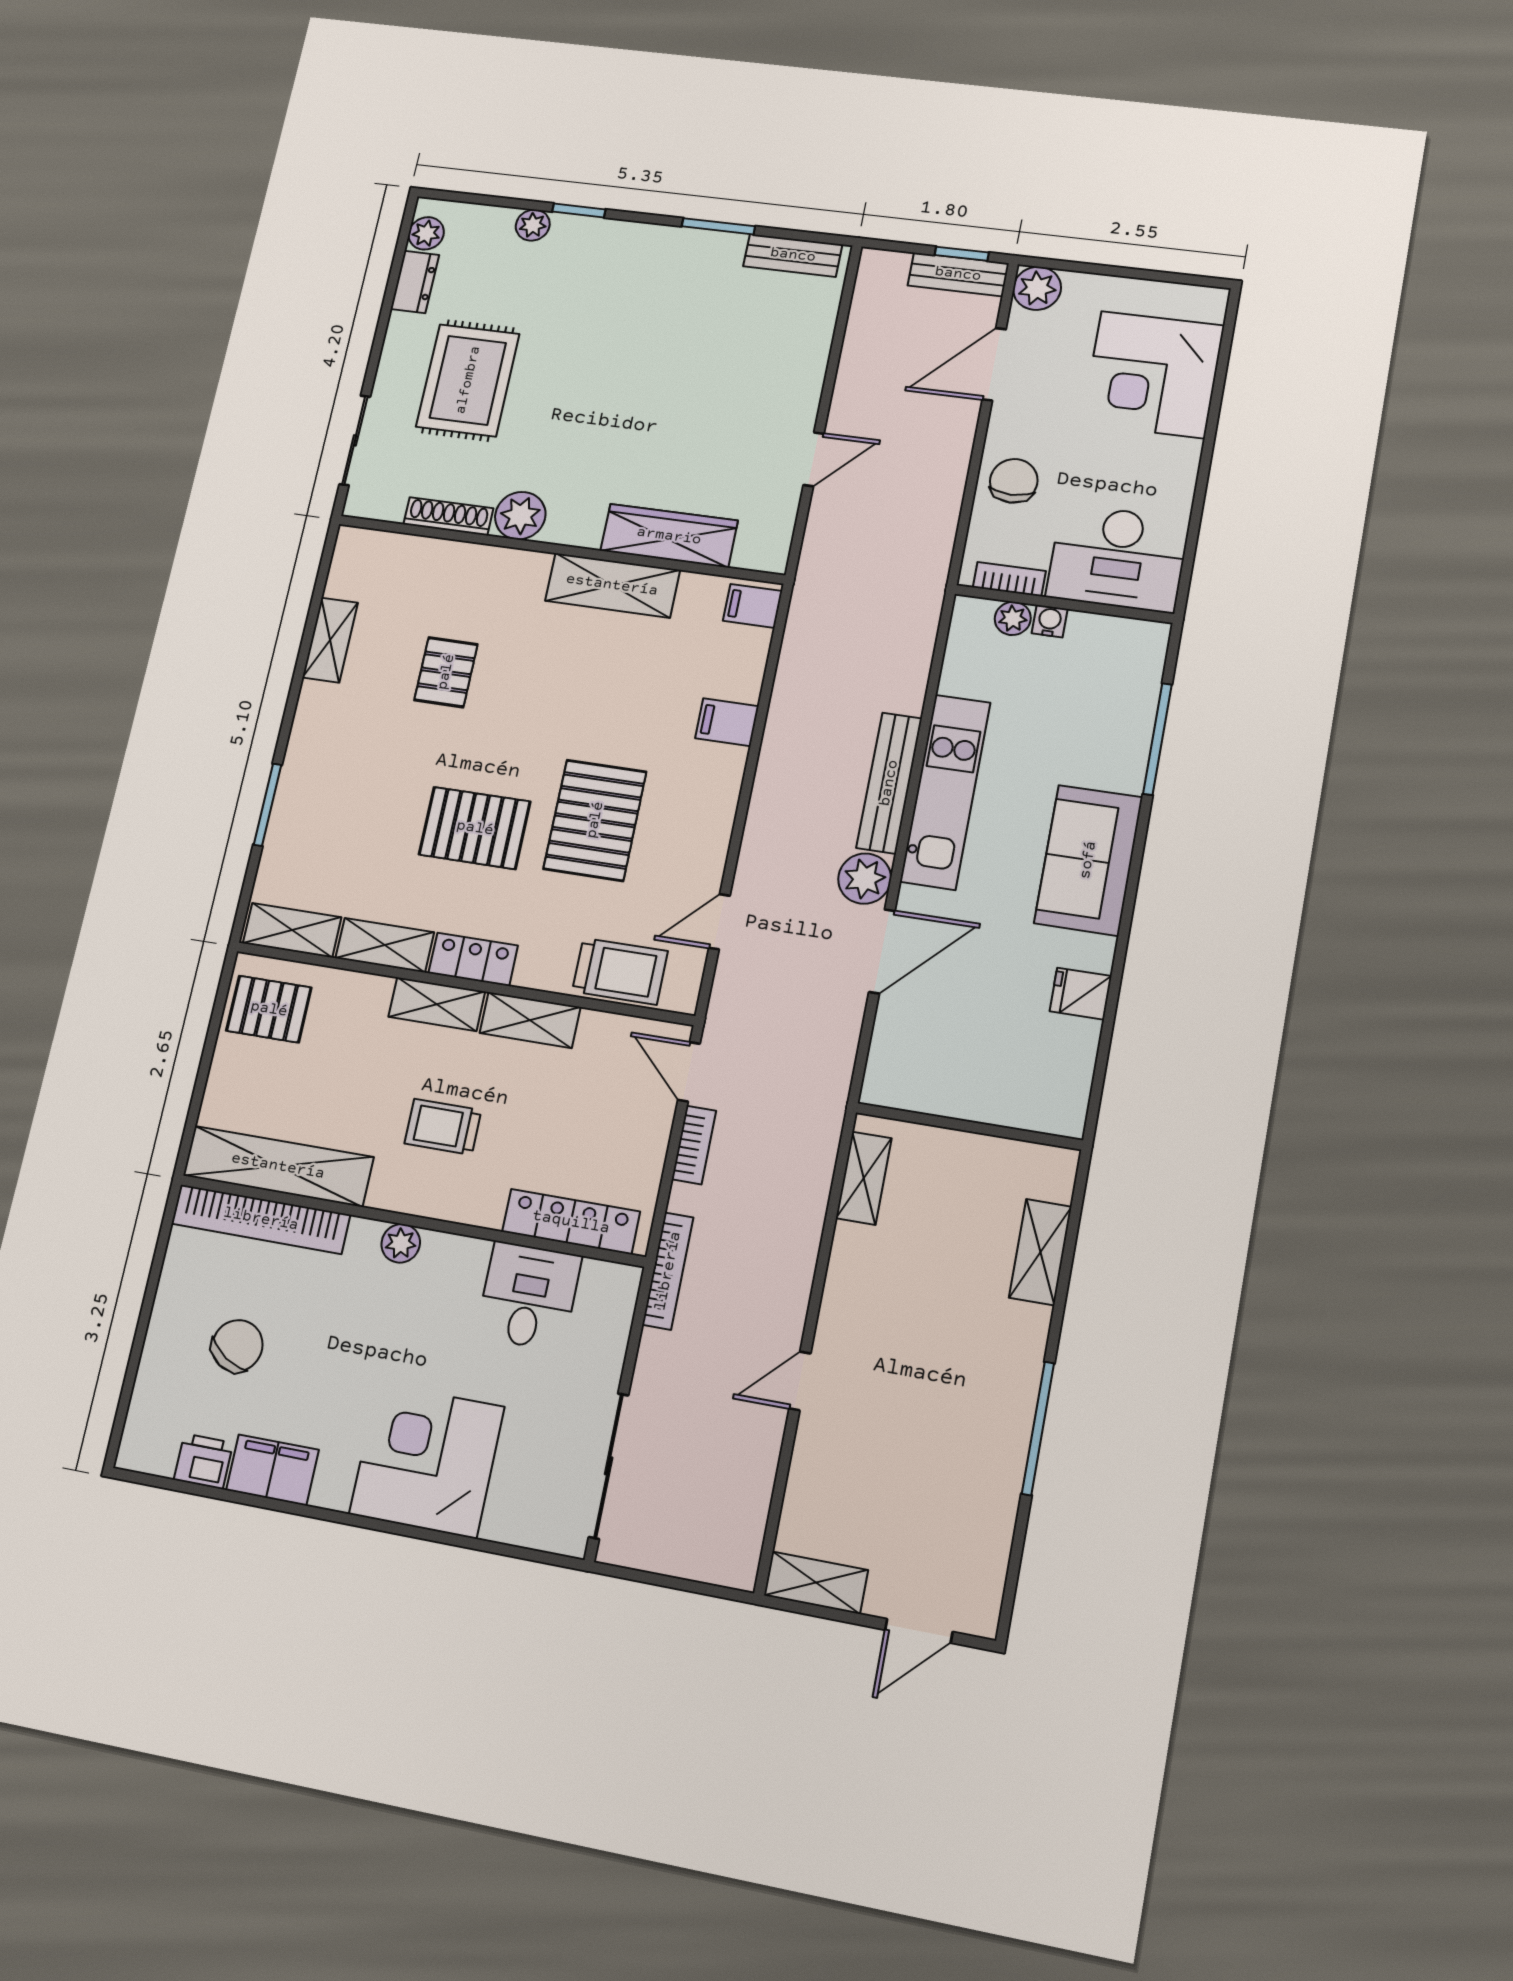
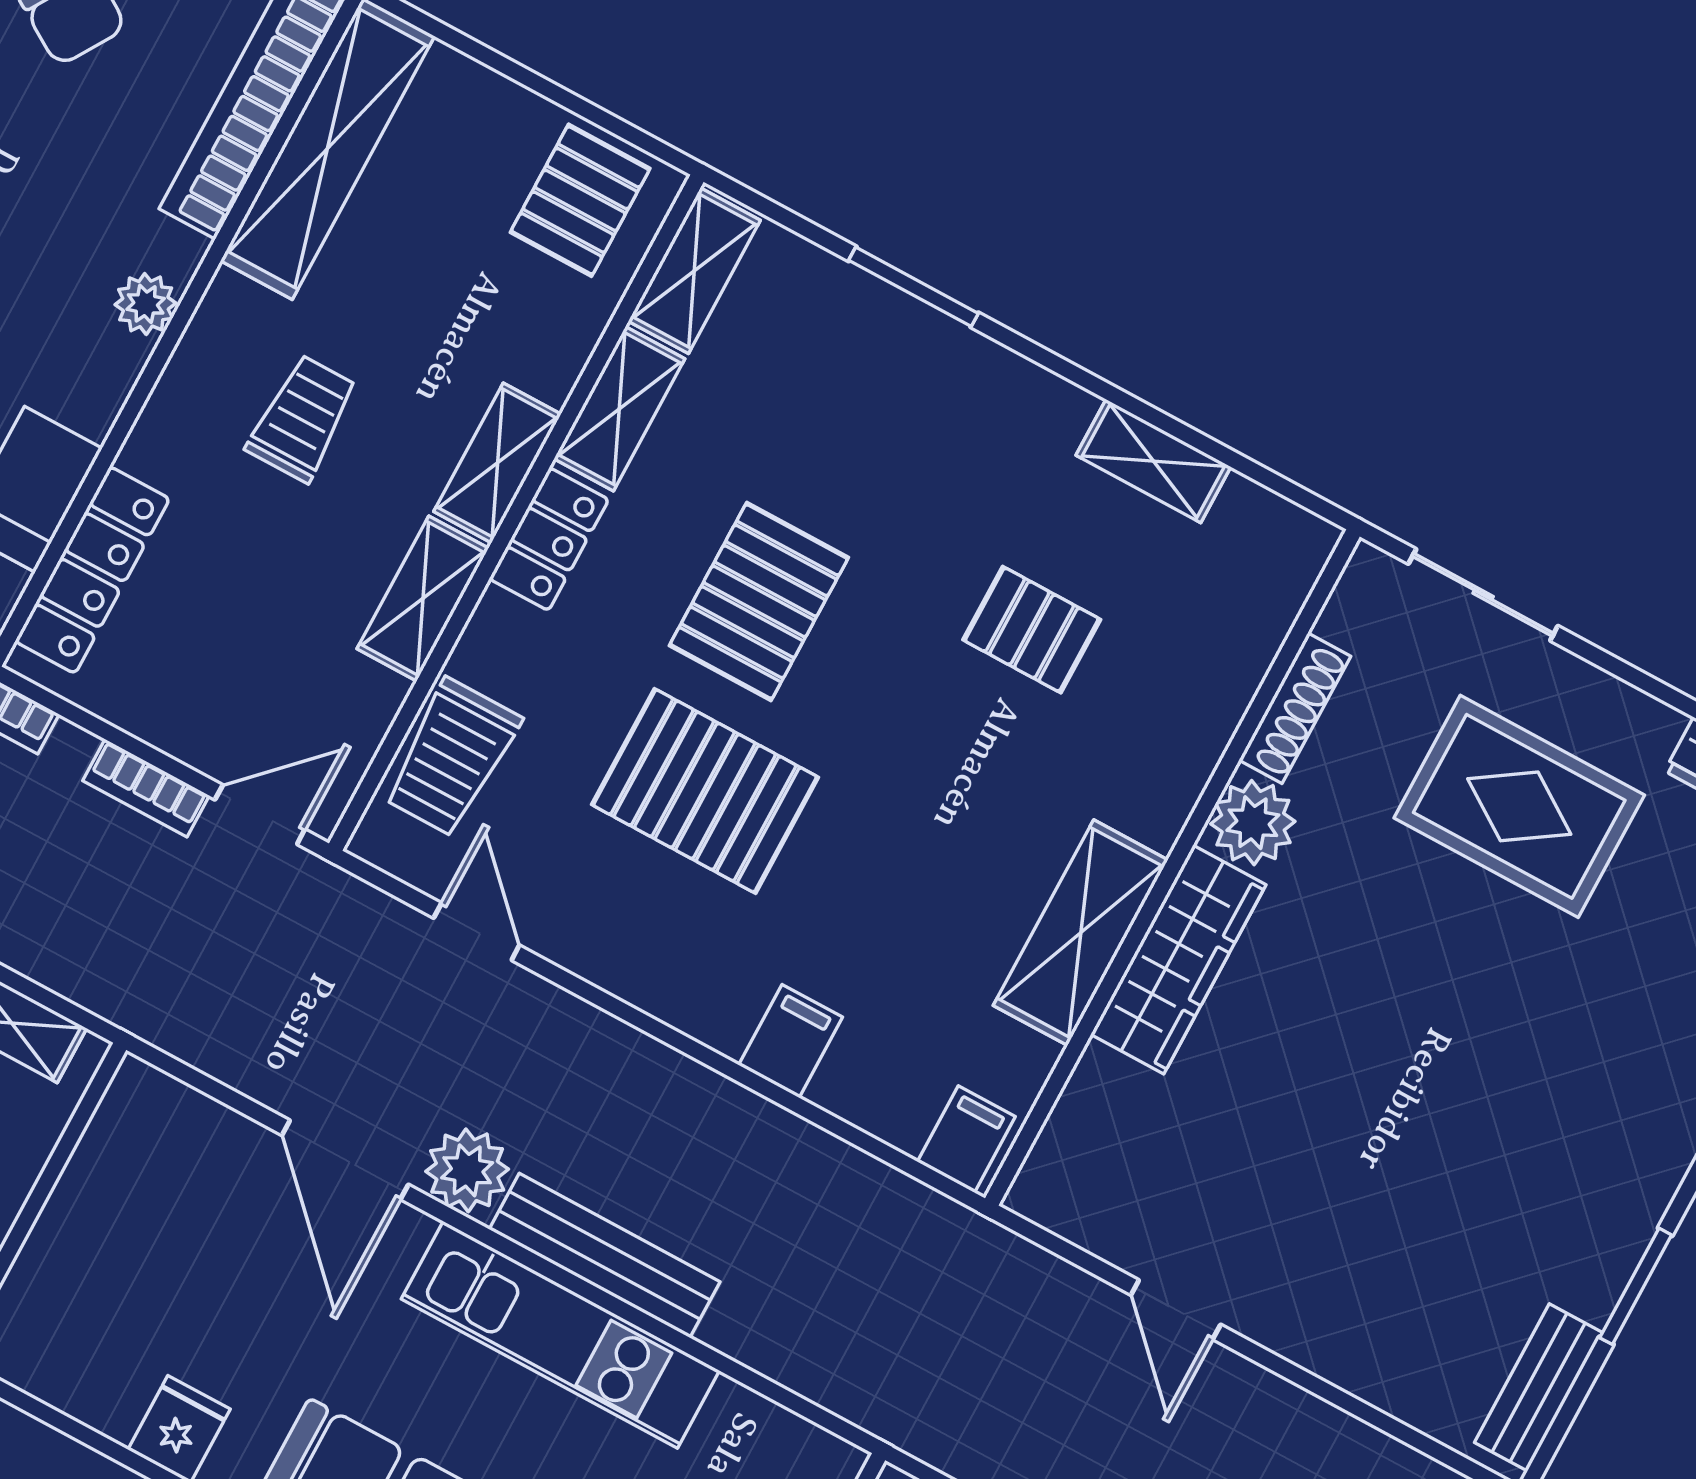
wardrobe: (669, 536) -> (1178, 959), moved

